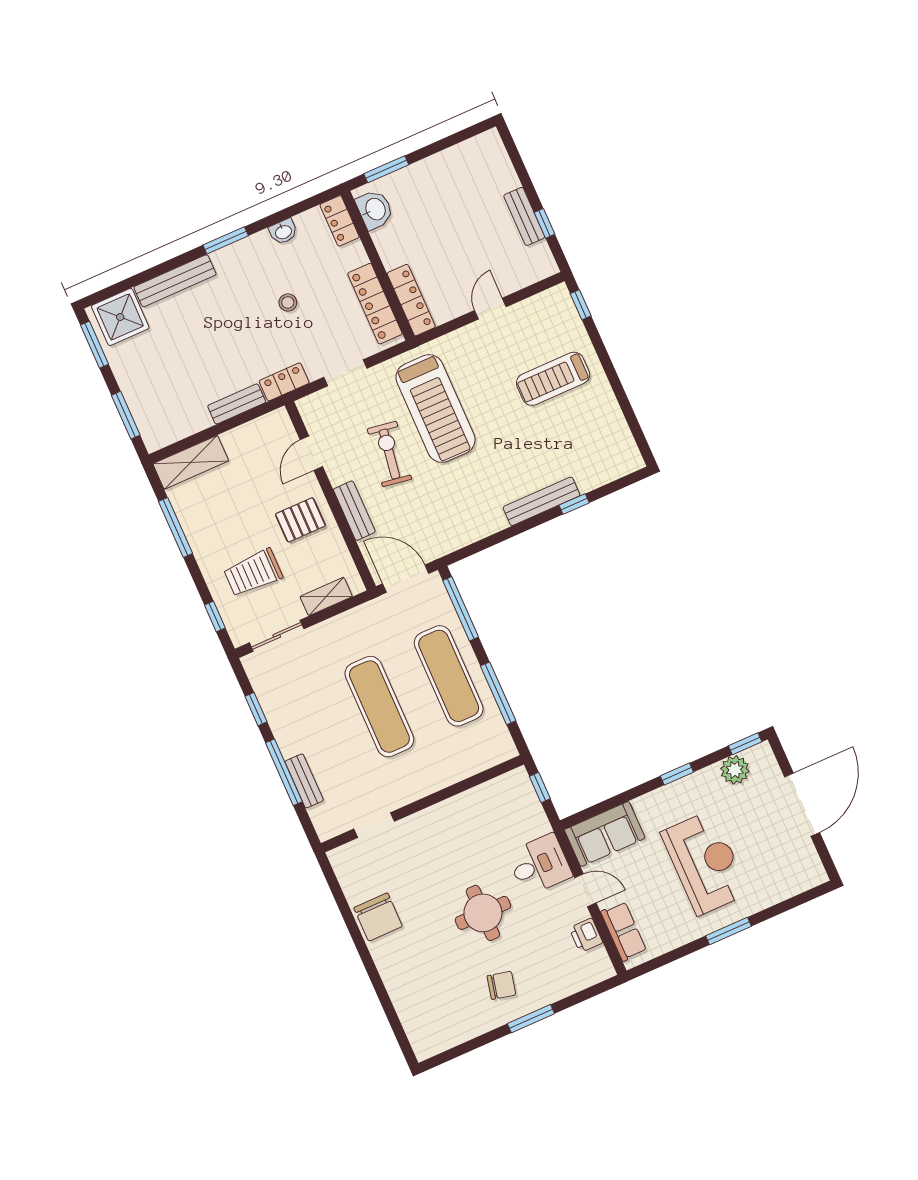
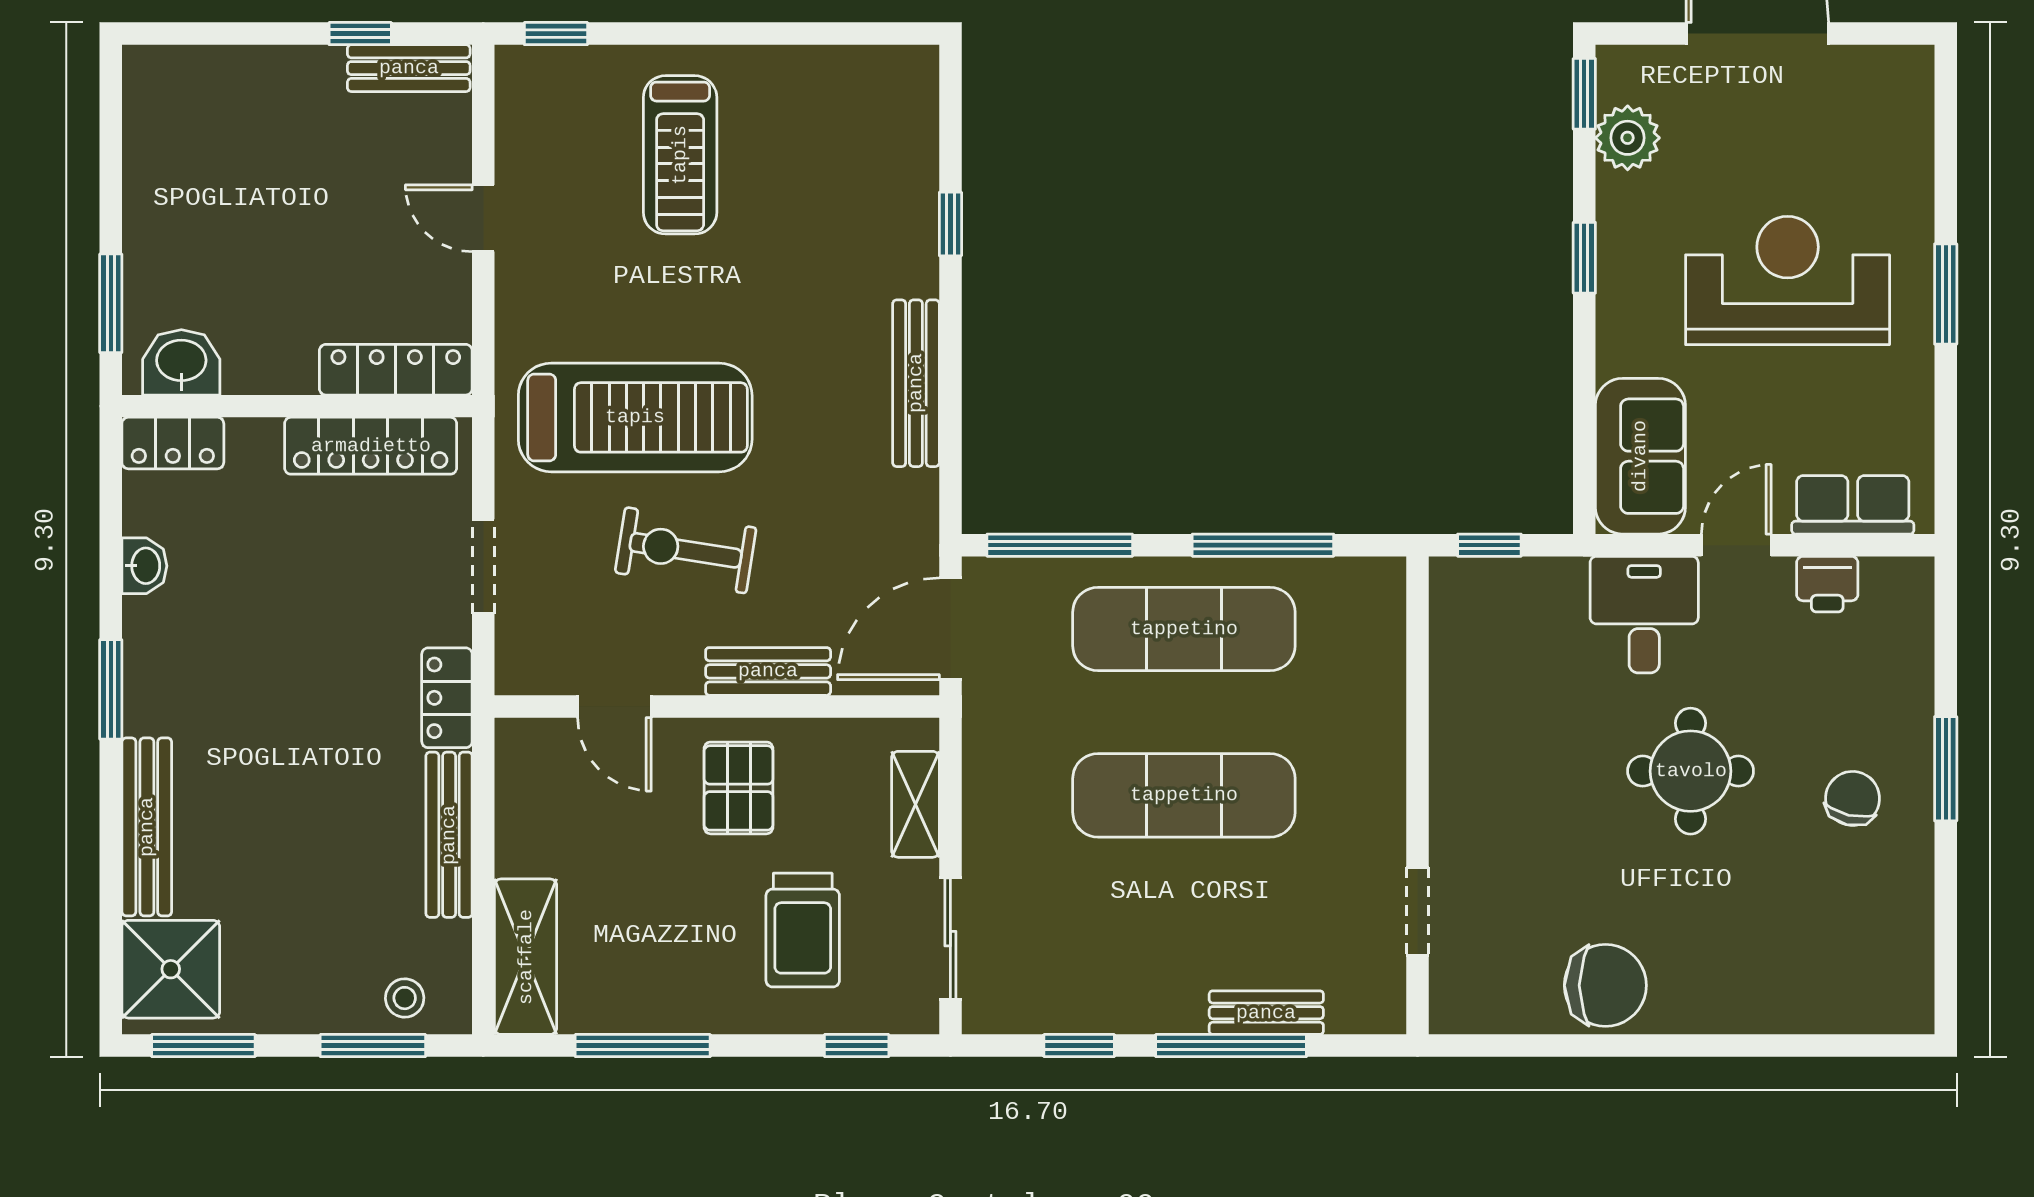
bench: (524, 216) -> (409, 68), moved
stool: (288, 302) -> (405, 998), moved
bench: (237, 404) -> (449, 835), width x1.36
bench: (541, 501) -> (916, 383), moved

